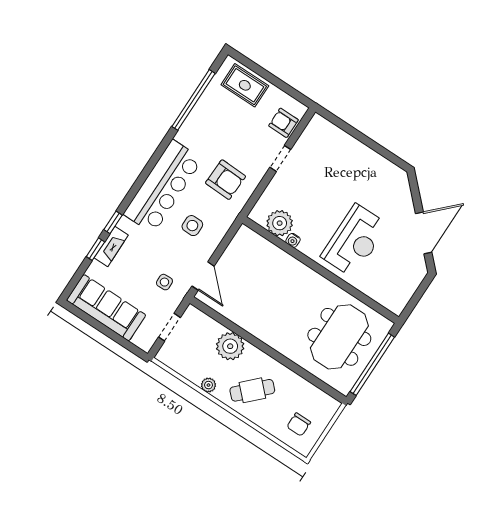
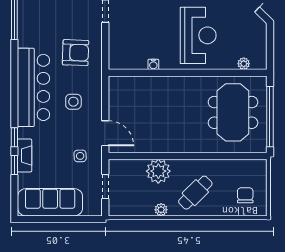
plant: (280, 223) -> (244, 64), moved, width x0.53, depth x0.53
chair: (299, 424) -> (245, 195), turned 180

